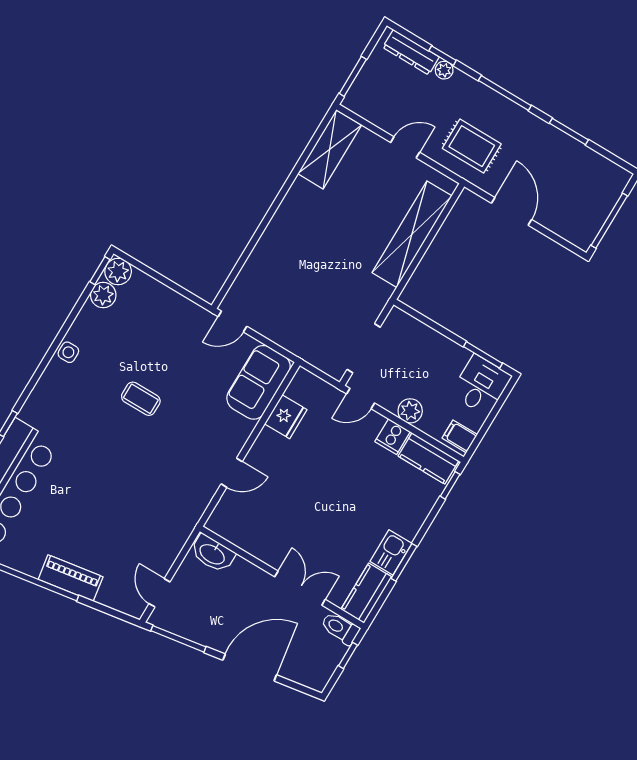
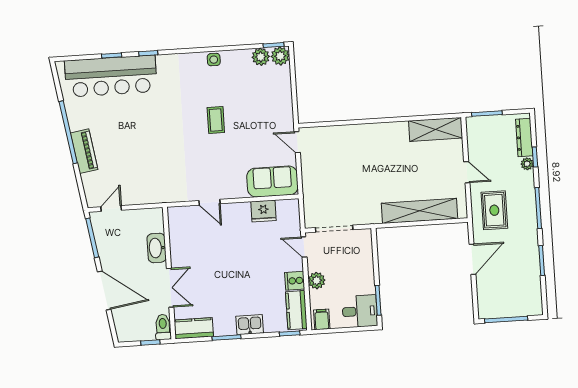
kitchen sink: (391, 552) -> (250, 325), moved
washbasin: (213, 554) -> (157, 248), moved

